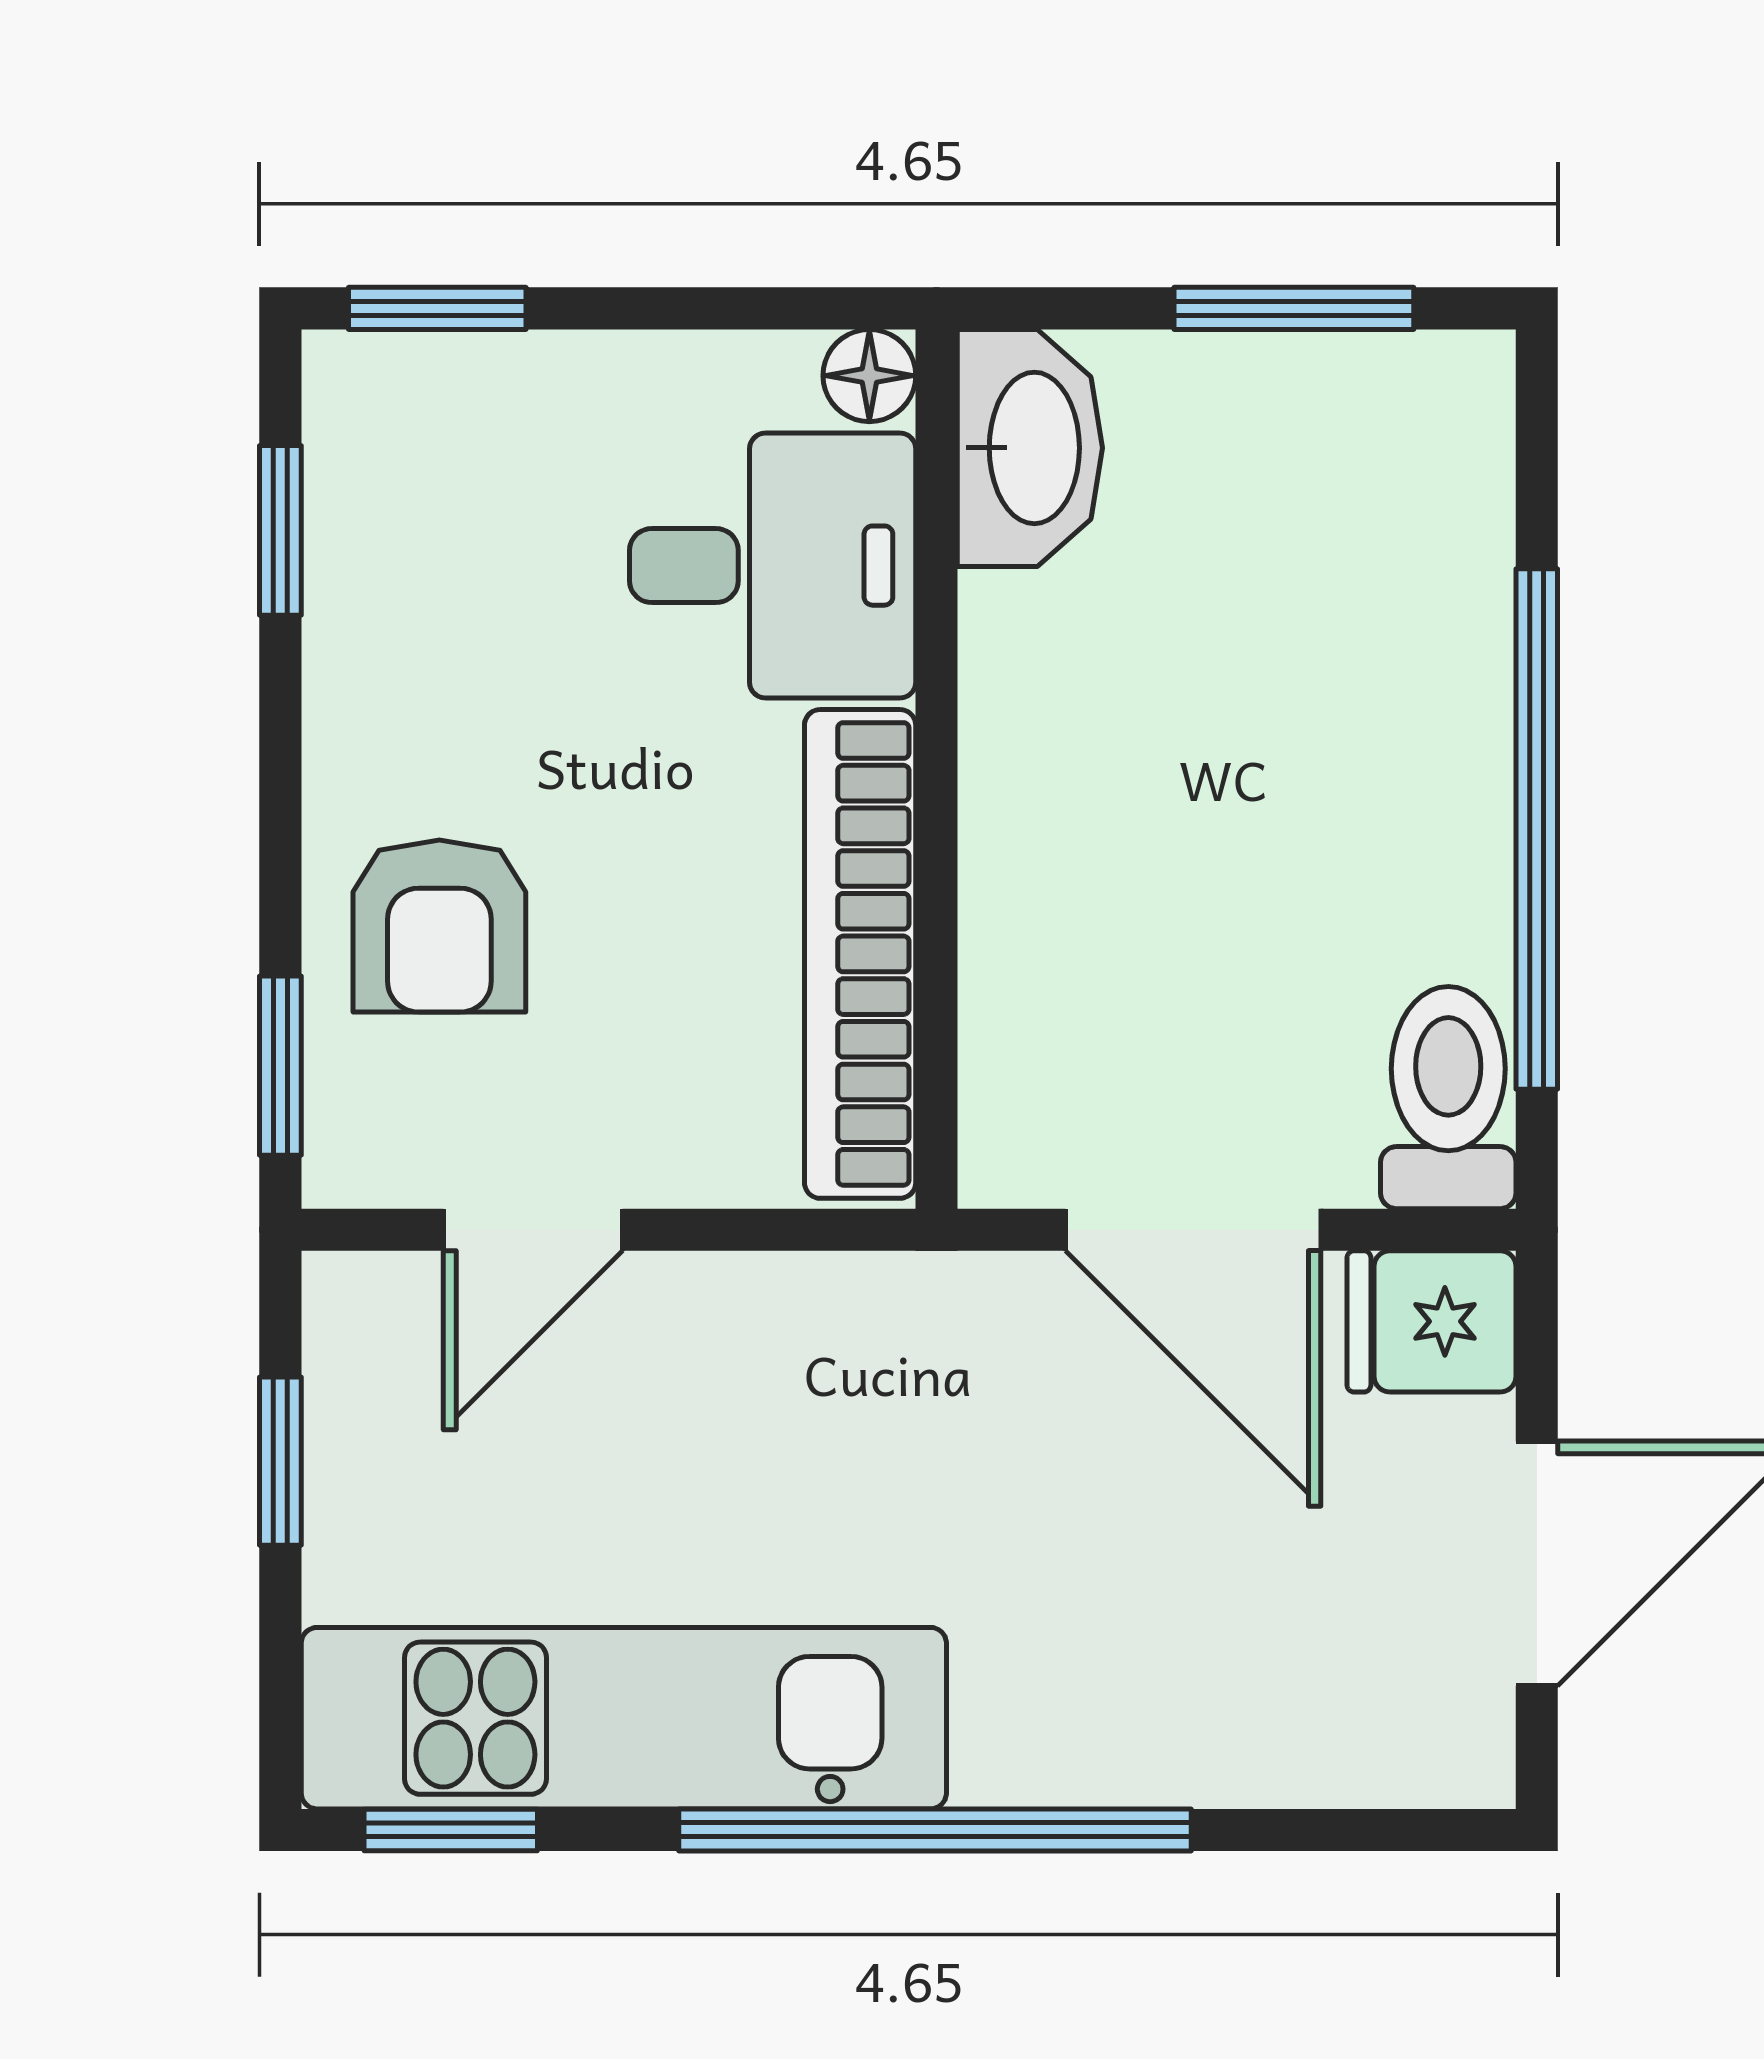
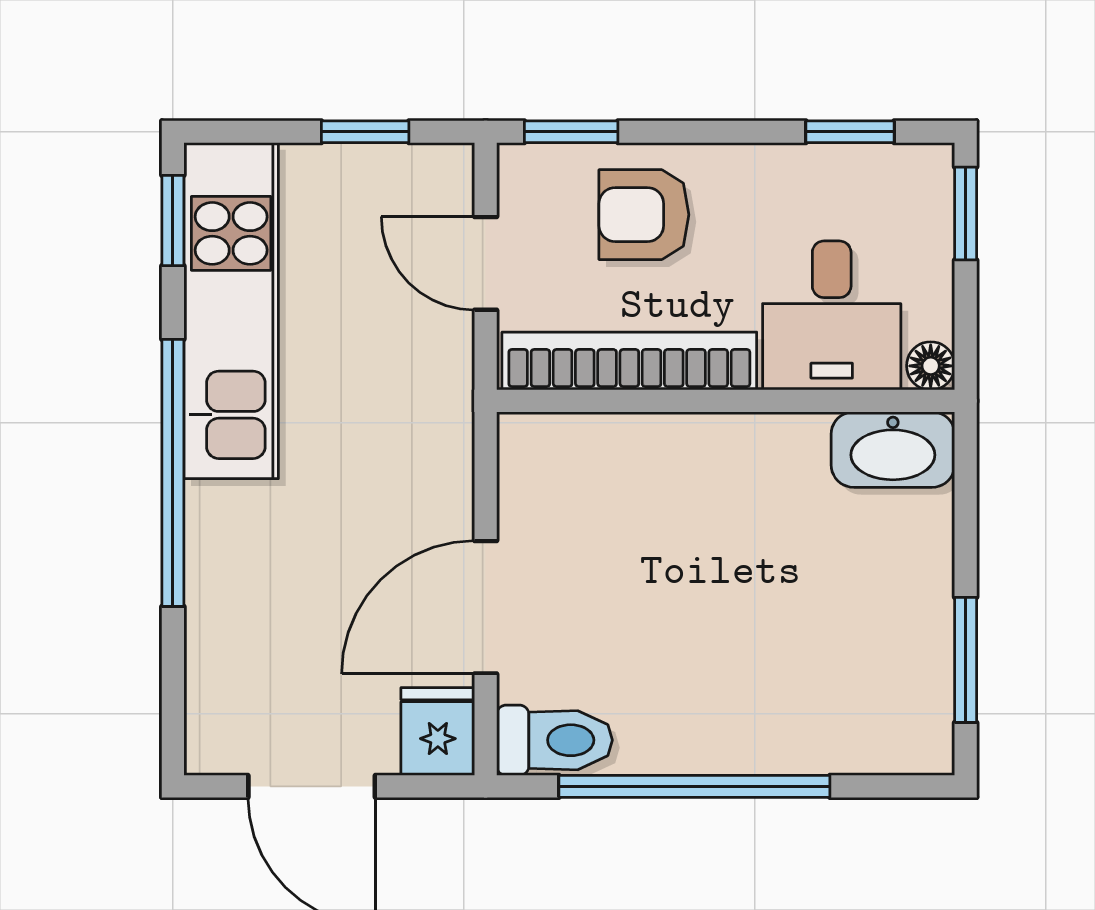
floor lamp: (869, 376) -> (931, 366), moved
washbasin: (1030, 448) -> (893, 450), moved
desk: (773, 566) -> (832, 315), moved
wall: (937, 769) -> (726, 401), moved
bookcase: (860, 954) -> (629, 361), moved

